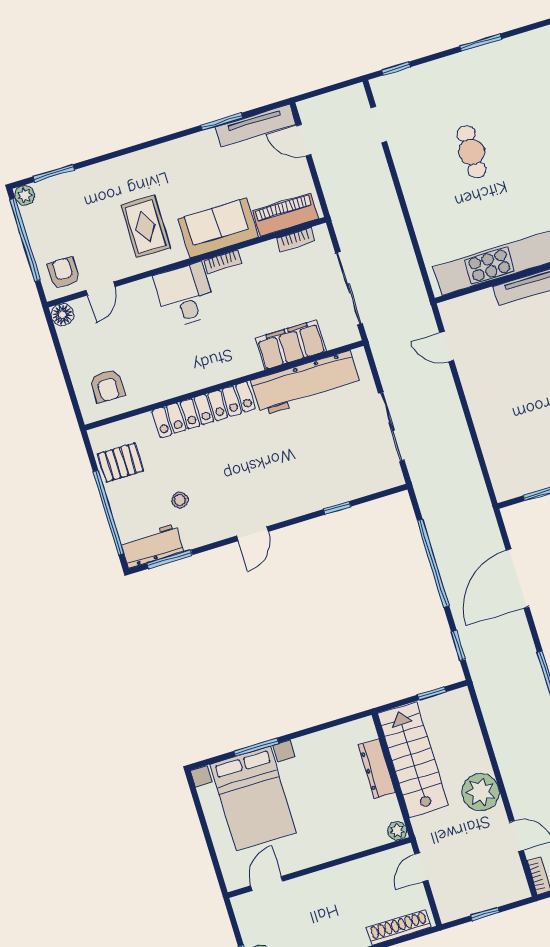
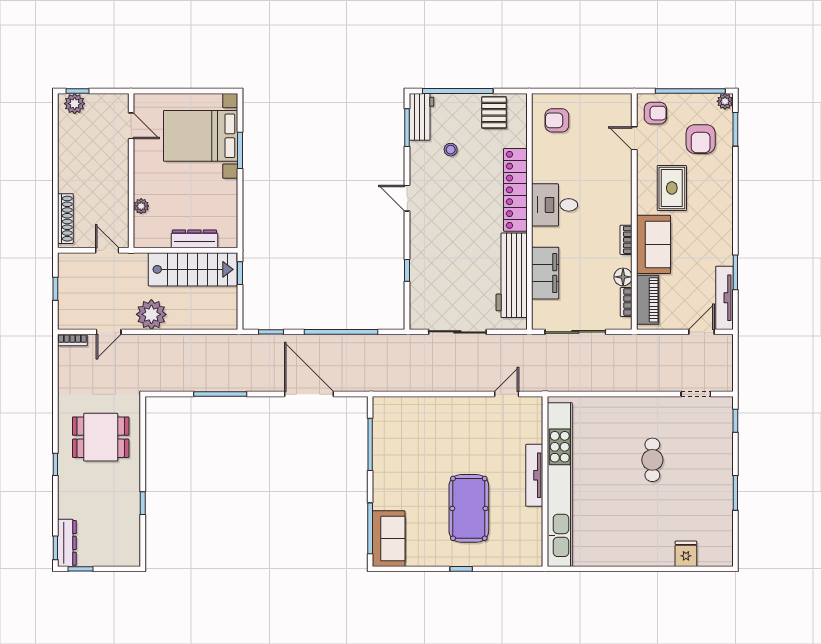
cafe table: (472, 152) -> (652, 460), turned 90
armchair: (78, 210) -> (701, 139), added
rug: (145, 227) -> (672, 188), turned 90
desk: (185, 295) -> (555, 205), moved, turned 180
floor lamp: (62, 315) -> (623, 277), moved
window: (432, 693) -> (240, 273), moved
plant: (397, 831) -> (141, 206), moved

